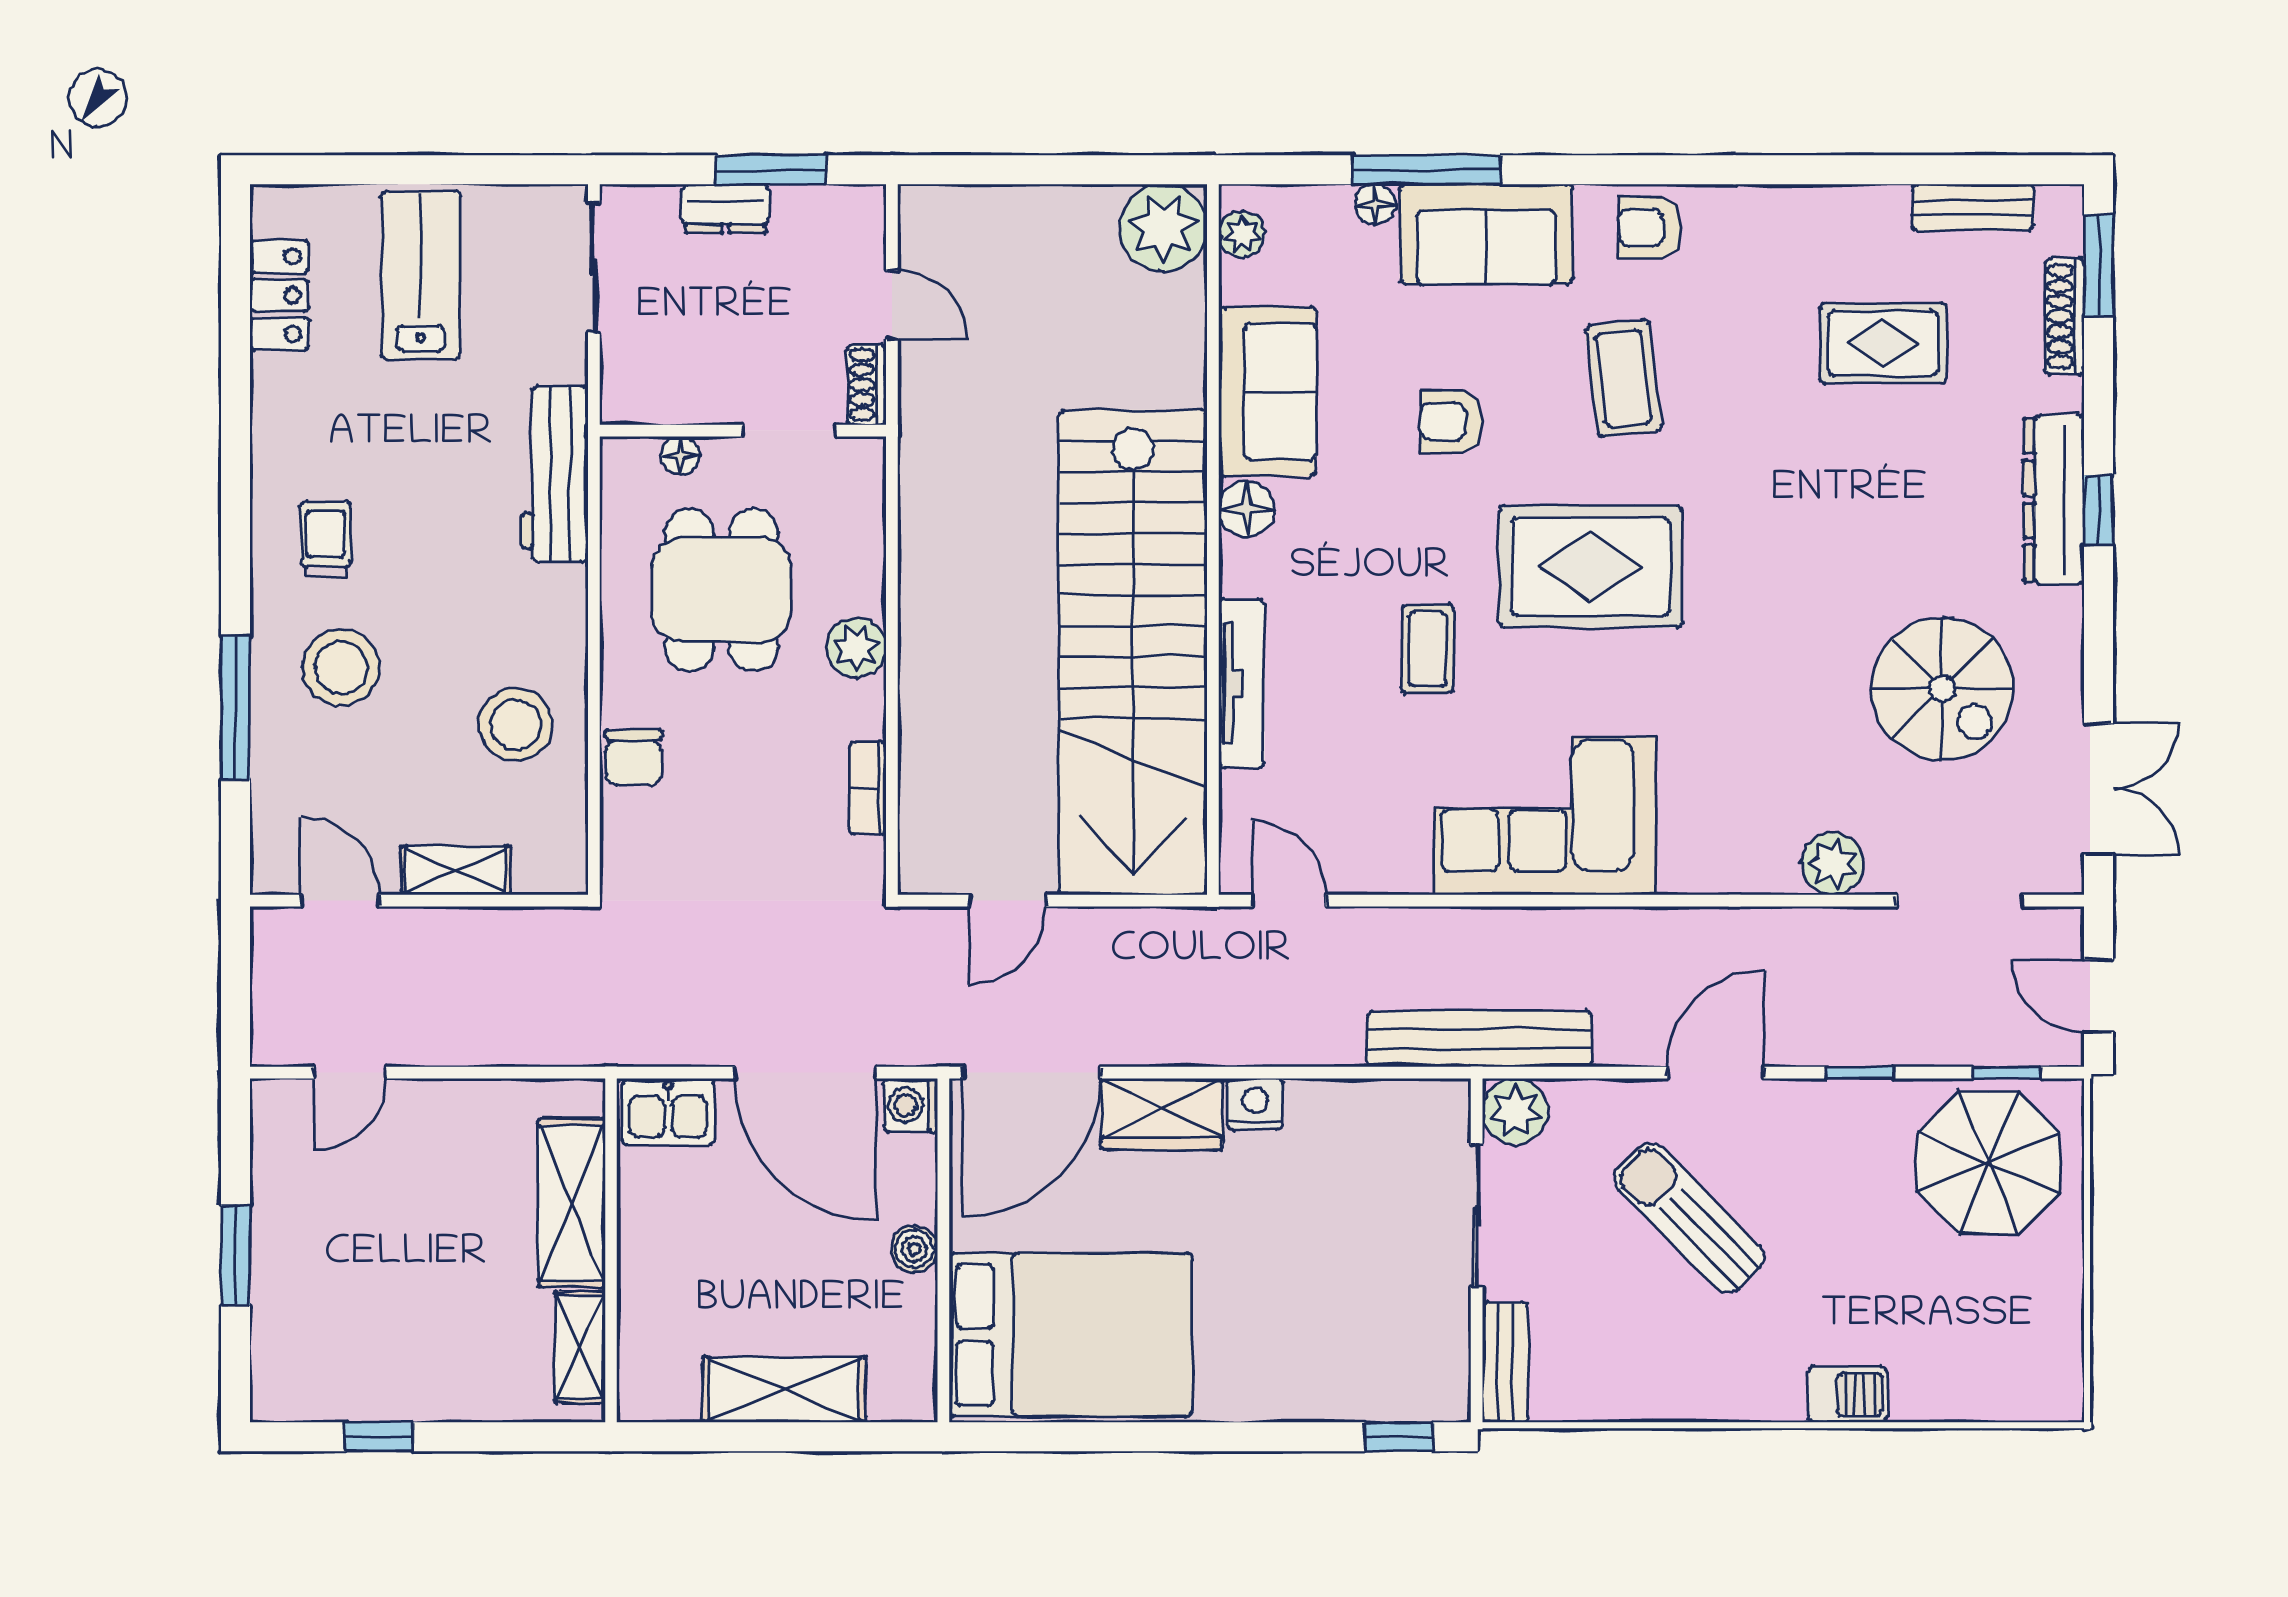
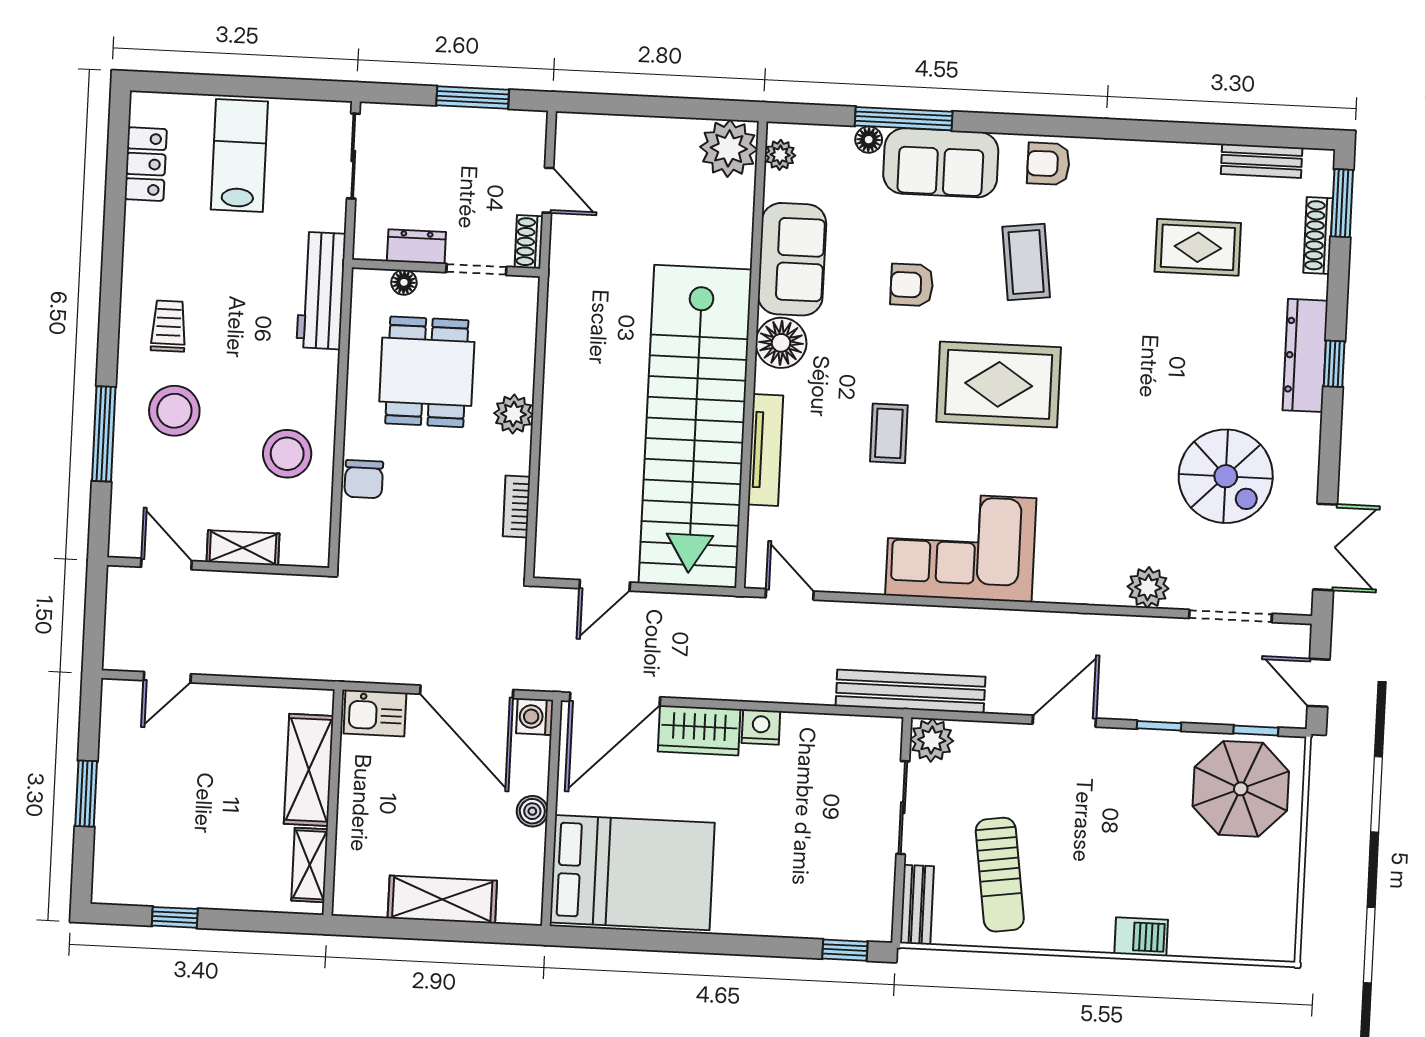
dresser: (725, 209) -> (416, 247), moved, turned 180
floor lamp: (1247, 509) -> (781, 343), width x1.38, depth x1.38
sun lounger: (1689, 1218) -> (1000, 875), moved, turned -143

